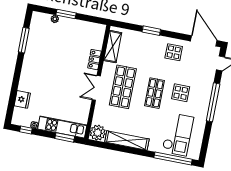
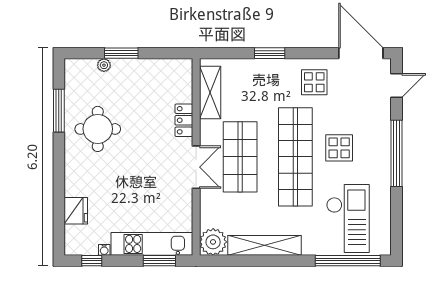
round table: (44, 55) -> (98, 129), added
double door: (96, 88) -> (196, 167), swing flipped
shop shelf: (155, 93) -> (295, 157), width x2.00, depth x1.36

